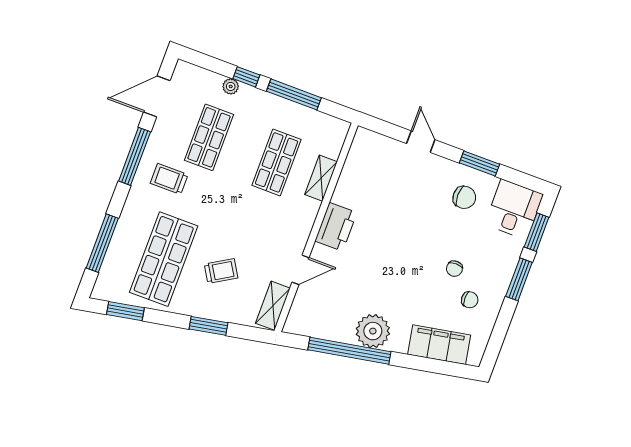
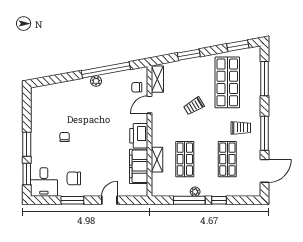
plant: (231, 86) -> (195, 192), moved
door: (421, 142) -> (109, 200), swing flipped
trolley: (221, 271) -> (194, 106), moved
chair: (470, 300) -> (137, 87), moved
plant: (373, 331) -> (96, 81), width x0.53, depth x0.53
filing cabinet: (439, 345) -> (139, 166), moved, turned 100

